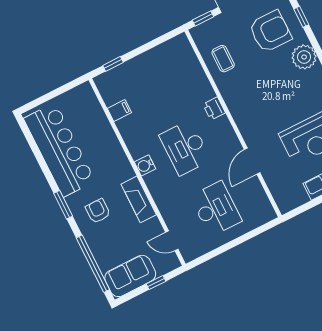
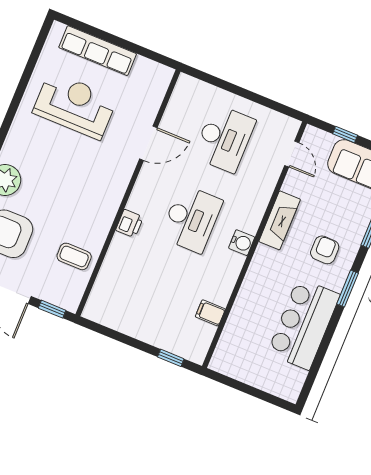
coffee table: (223, 59) -> (74, 256), turned 90
bar counter: (59, 150) -> (304, 324), width x0.73
desk: (216, 209) -> (224, 138), turned 180
armchair: (98, 211) -> (325, 250), turned 180

